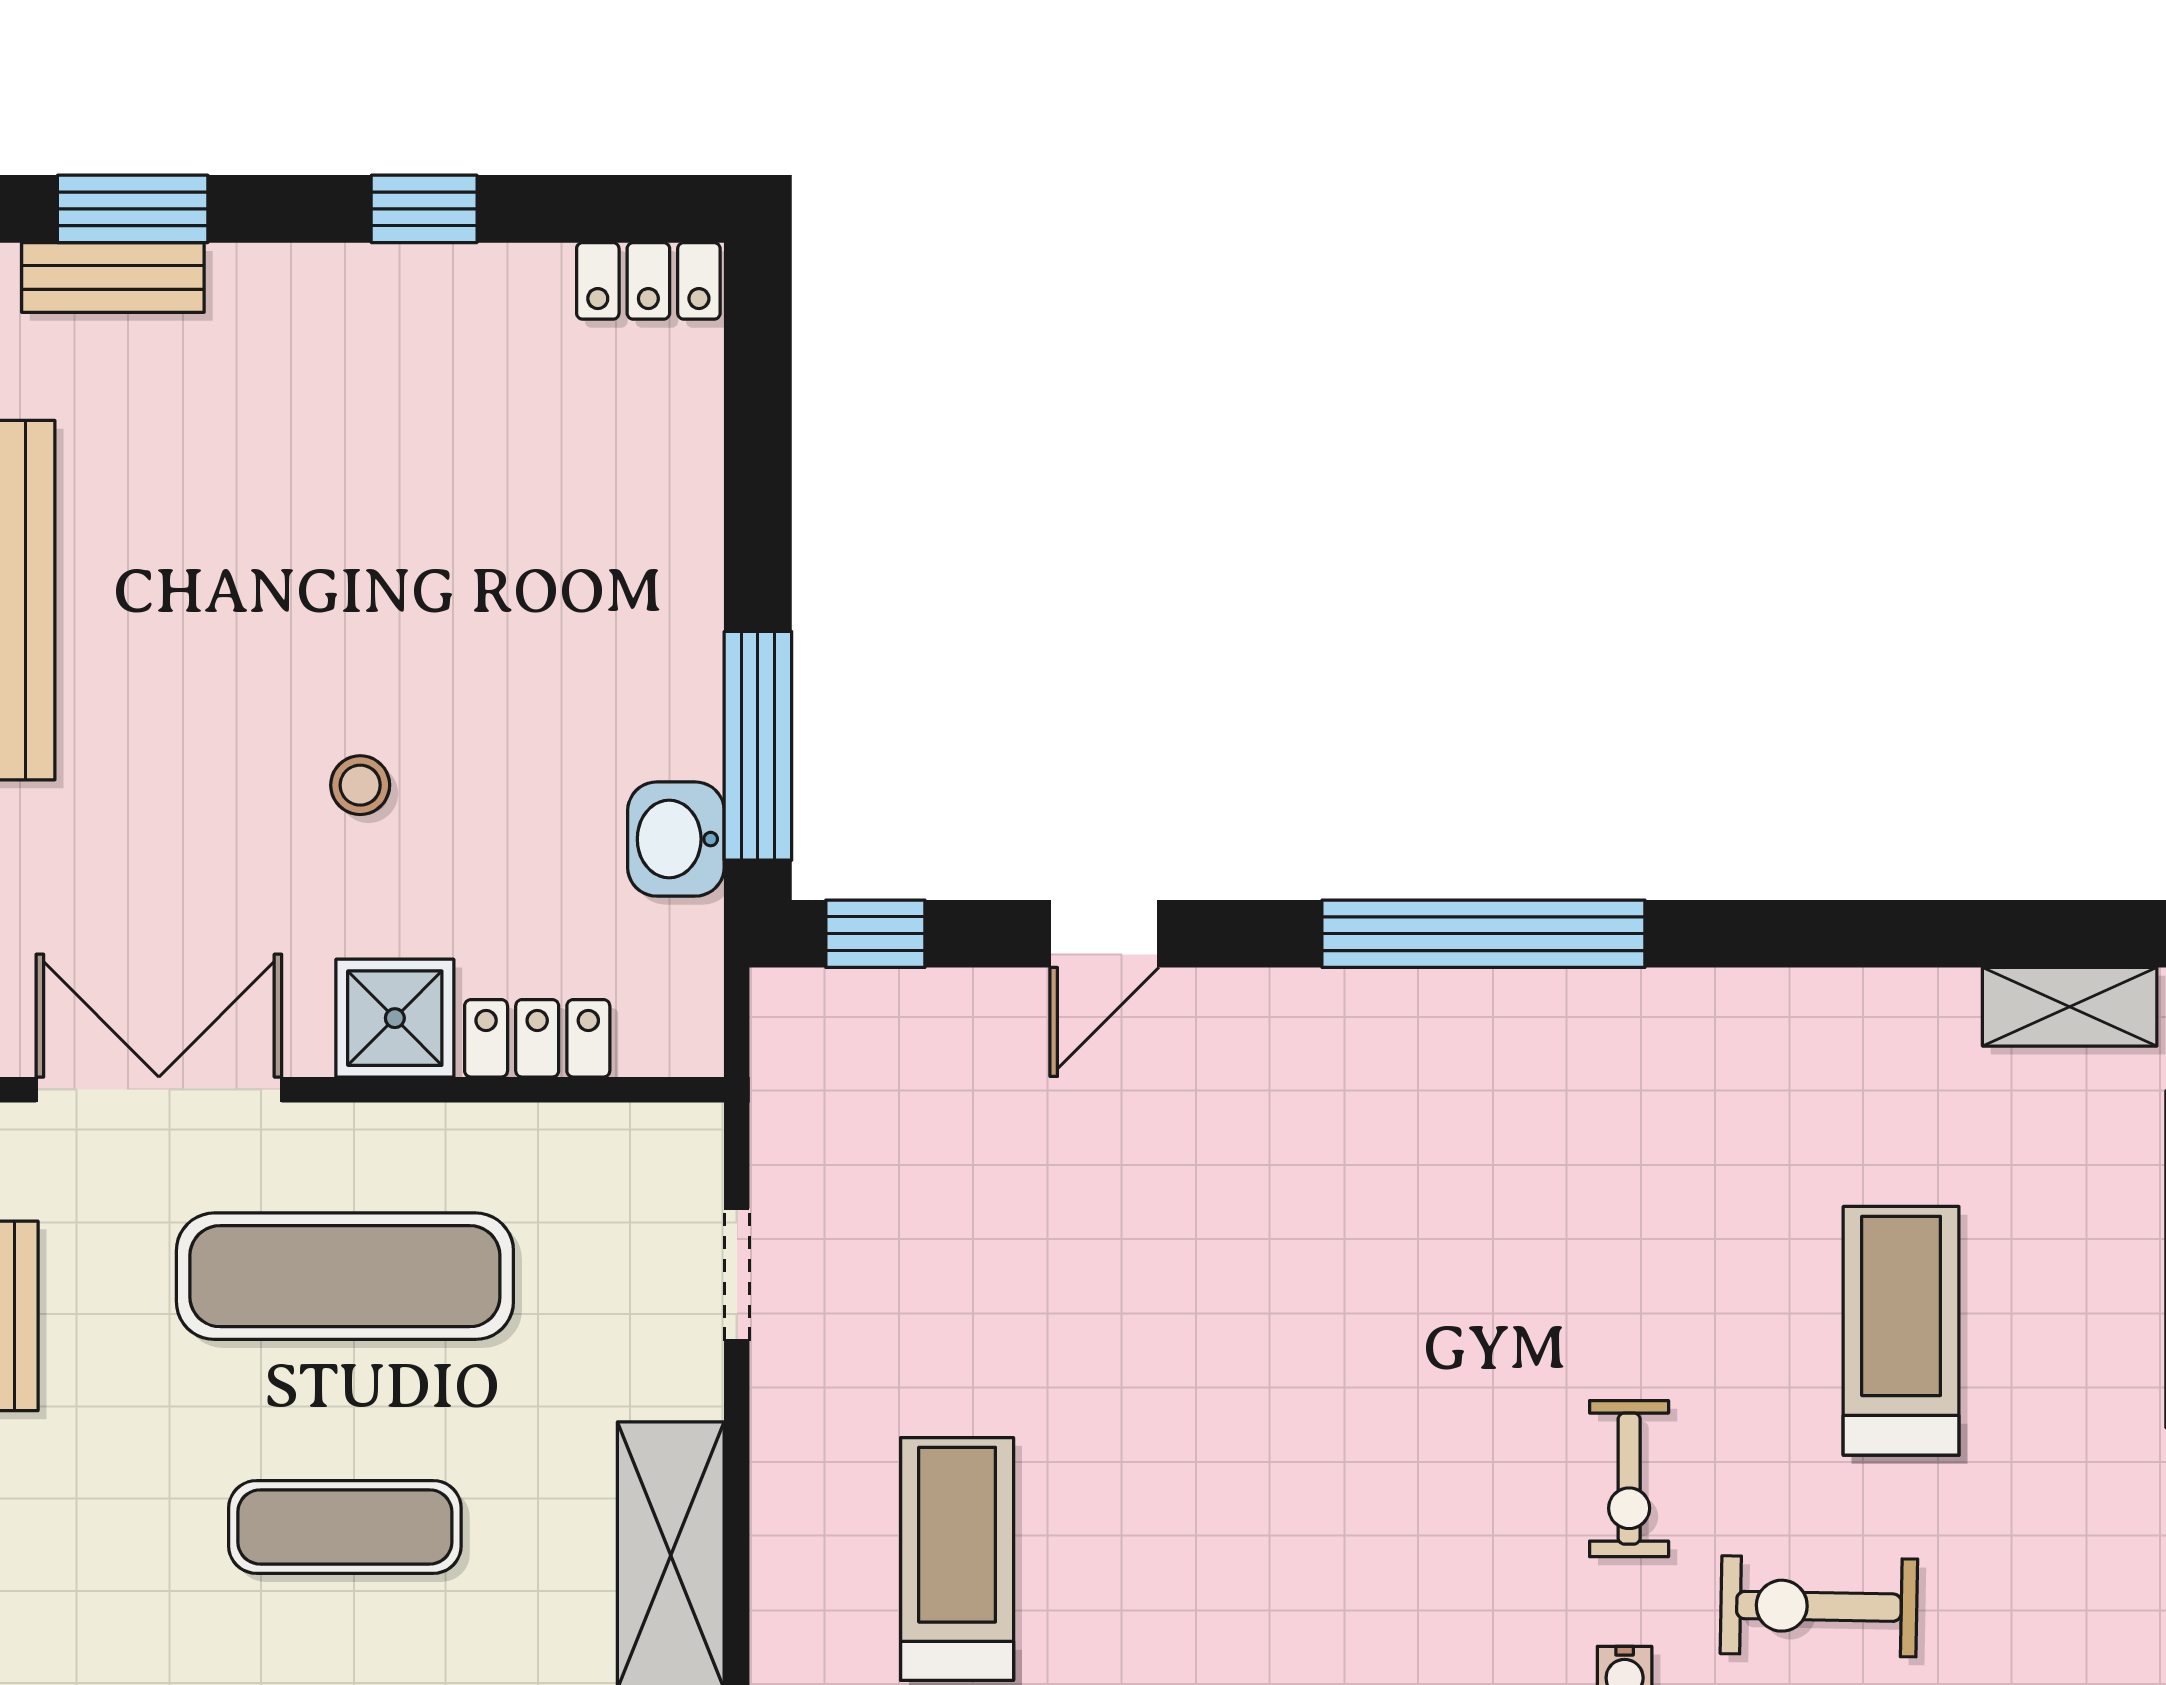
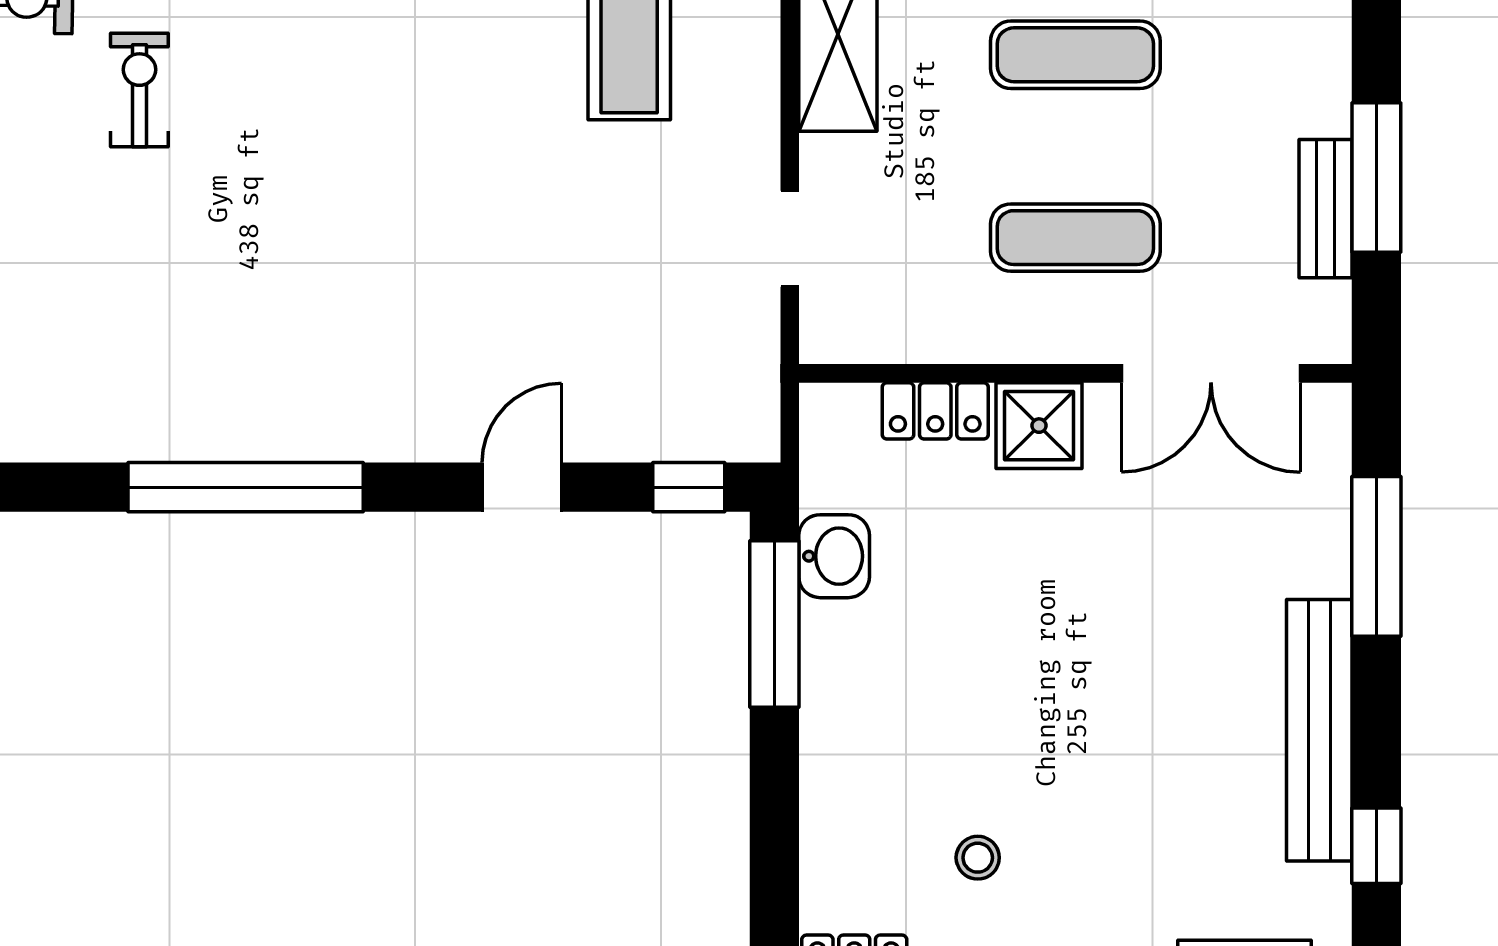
stool: (360, 785) -> (978, 858), moved
exercise mat: (345, 1276) -> (1075, 238), width x0.73, depth x0.69

